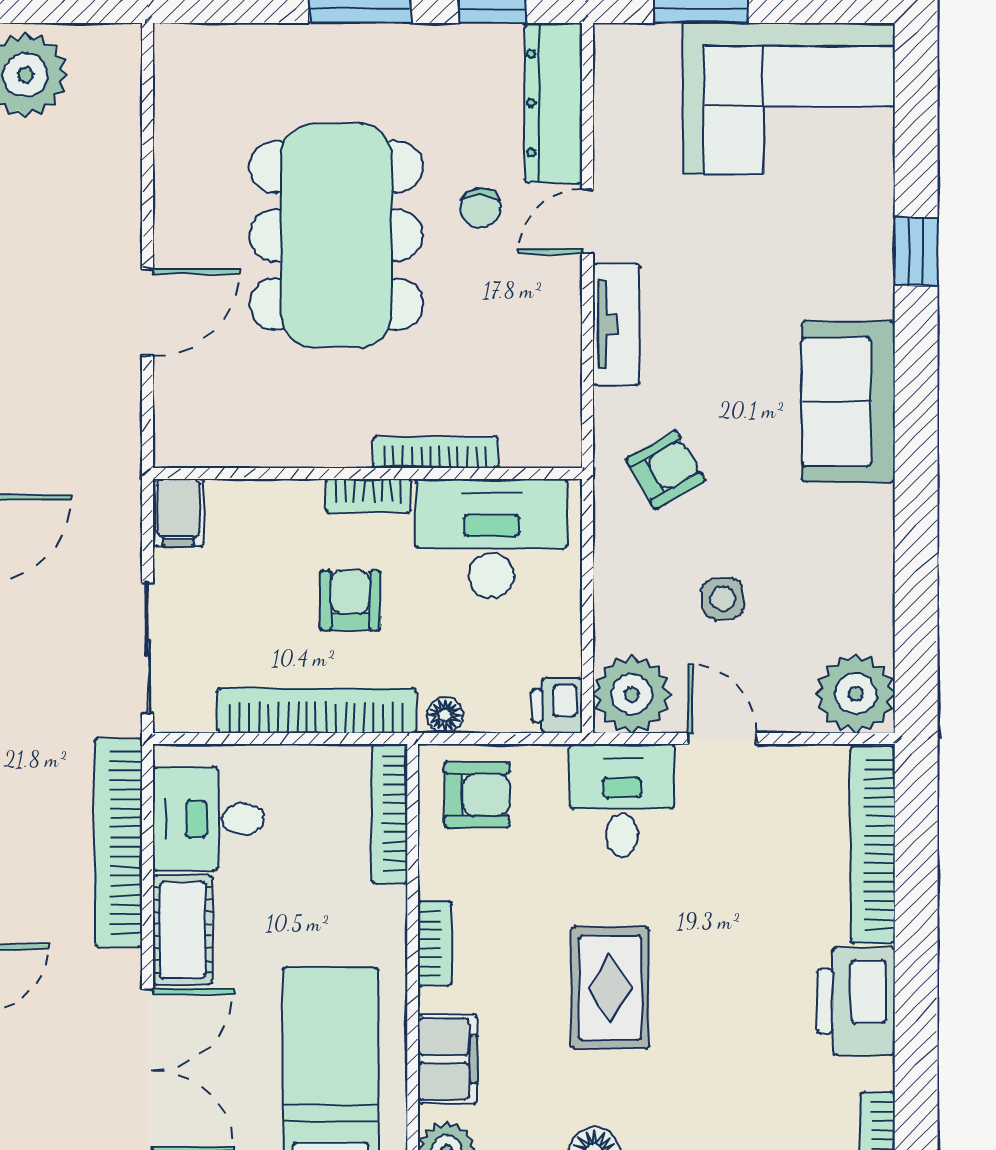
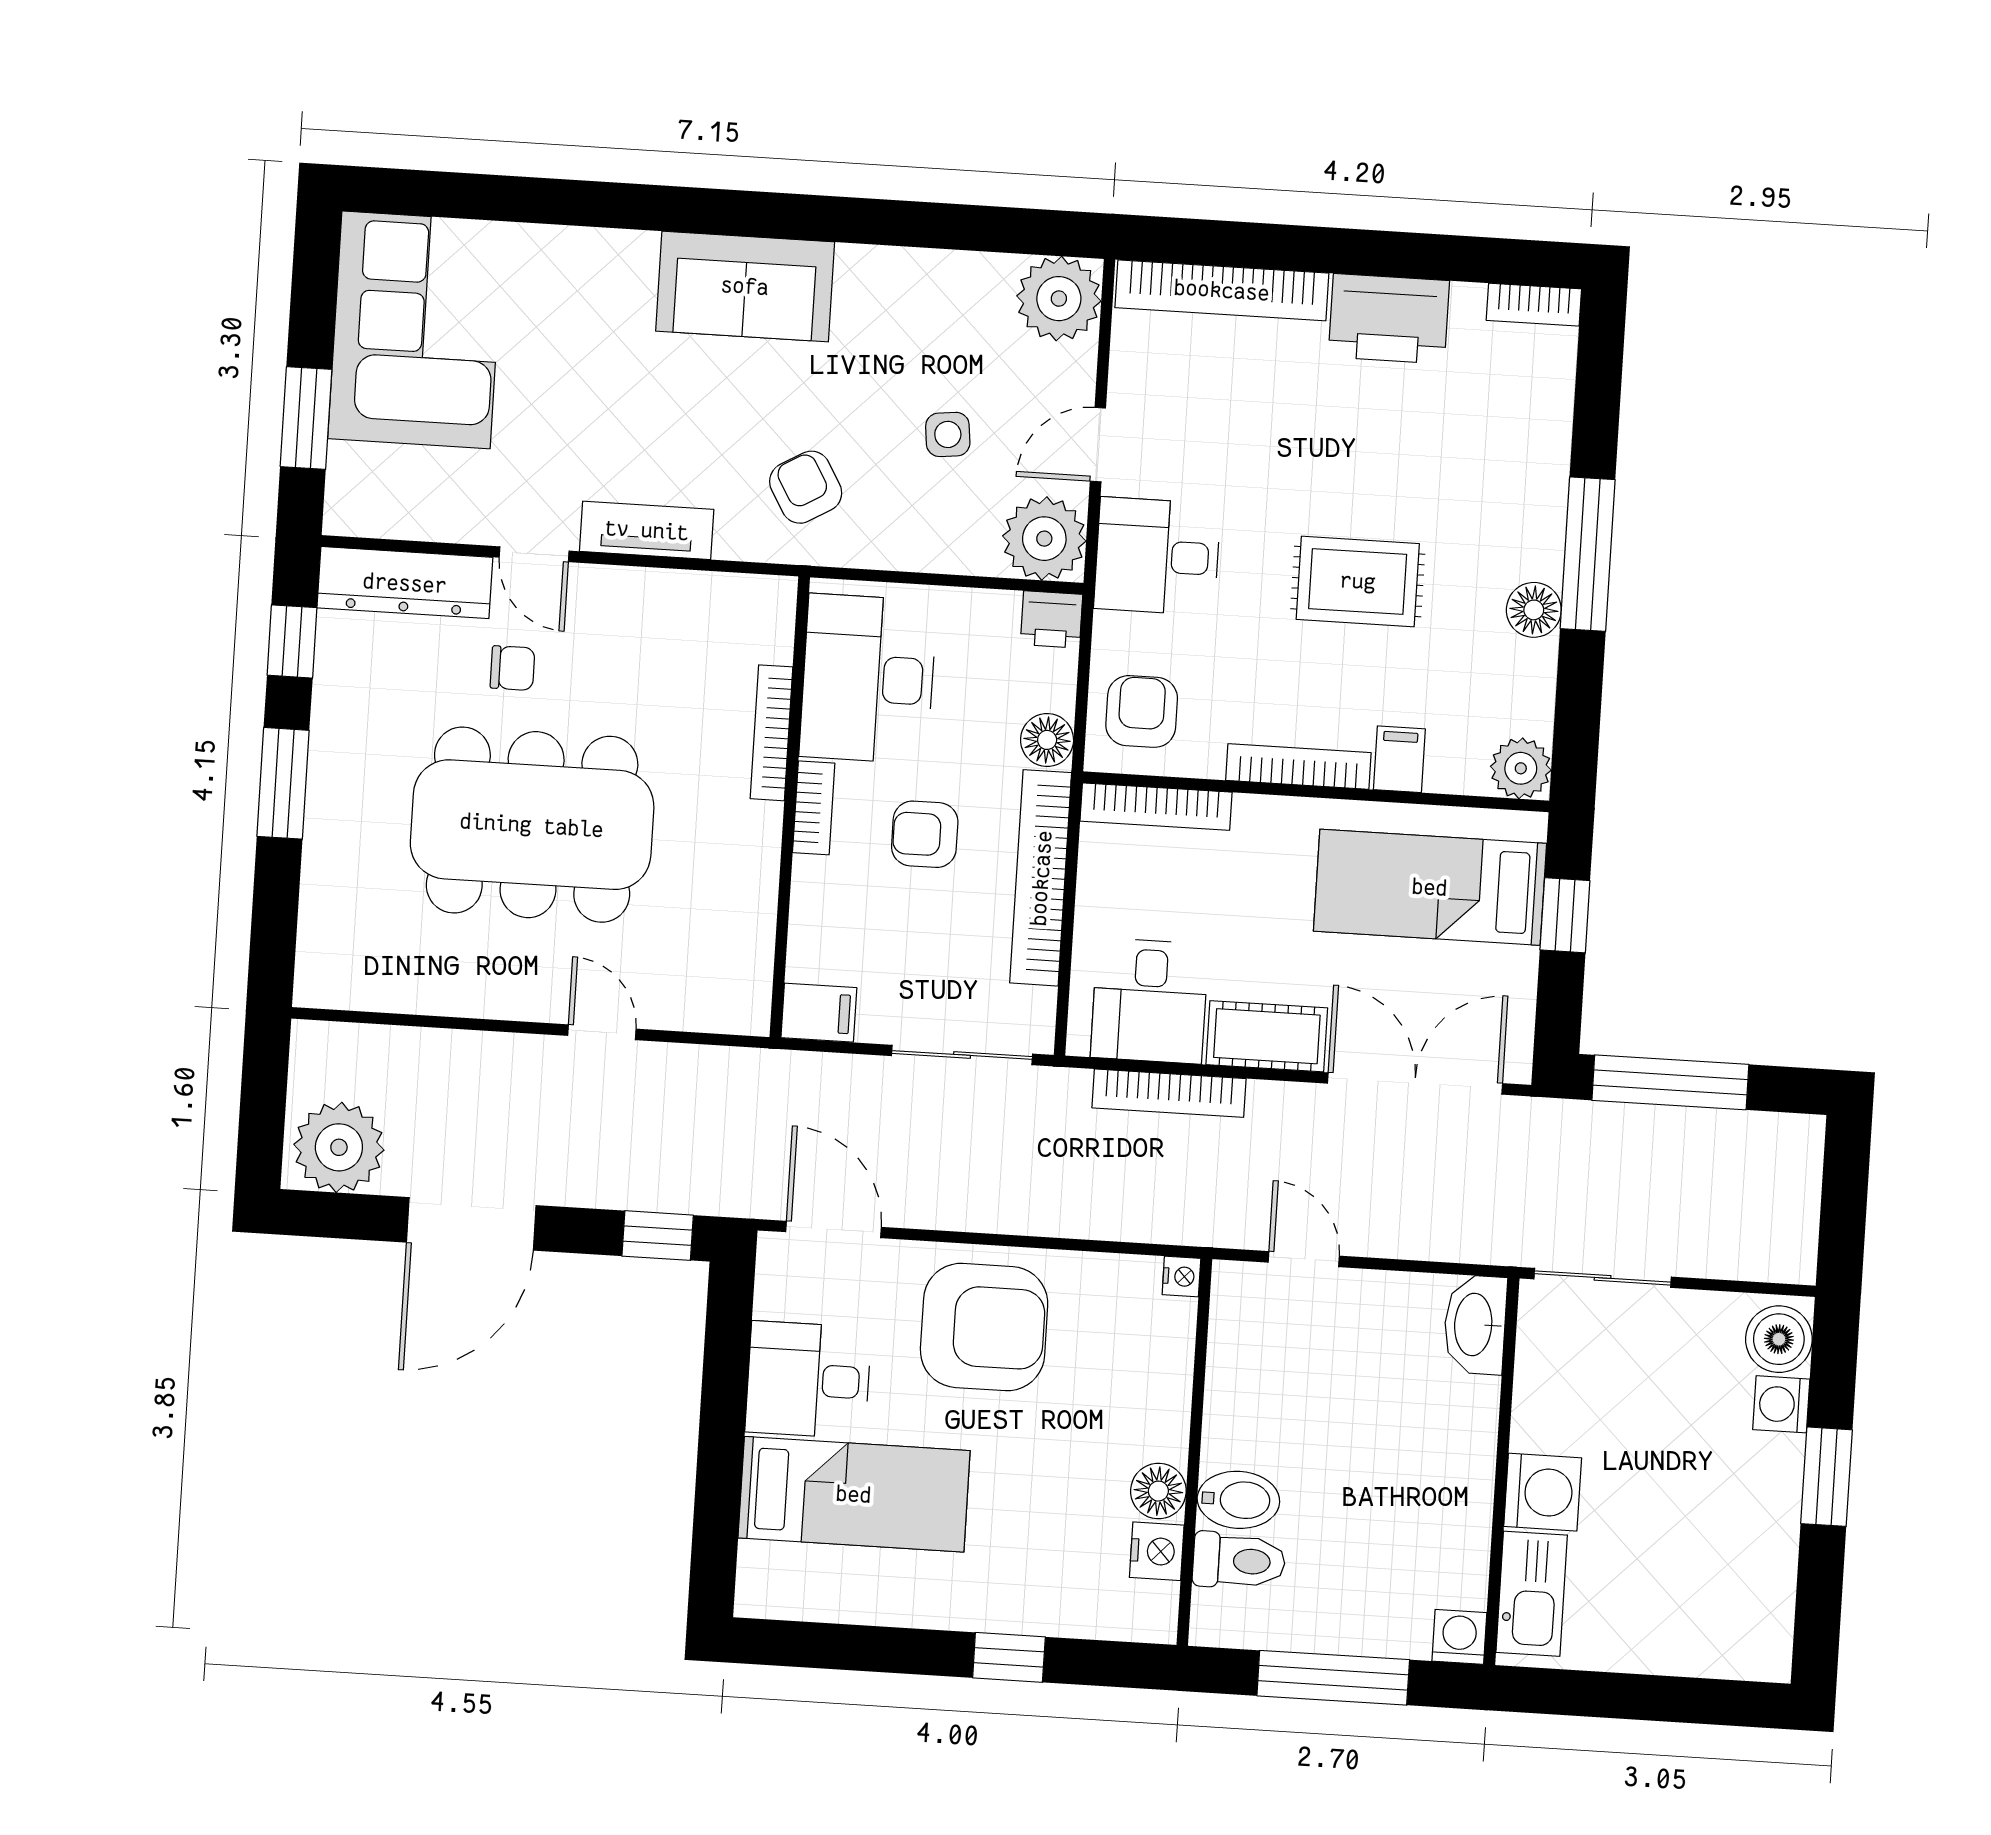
window: (916, 252) -> (589, 204), removed
door: (148, 312) -> (602, 1032), width x0.73
floor lamp: (445, 715) -> (1047, 740), width x1.37, depth x1.37
bookcase: (118, 842) -> (1169, 1093), width x0.68, depth x0.76
bookcase: (435, 943) -> (1298, 767), width x1.56
filing cabinet: (448, 1059) -> (1399, 759), width x0.50

